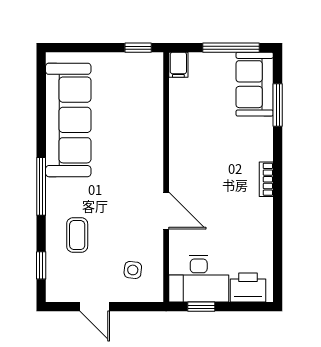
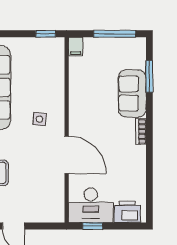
sofa: (255, 84) -> (132, 93), moved
door: (166, 211) -> (67, 155), width x1.36
side table: (133, 270) -> (39, 119), moved

